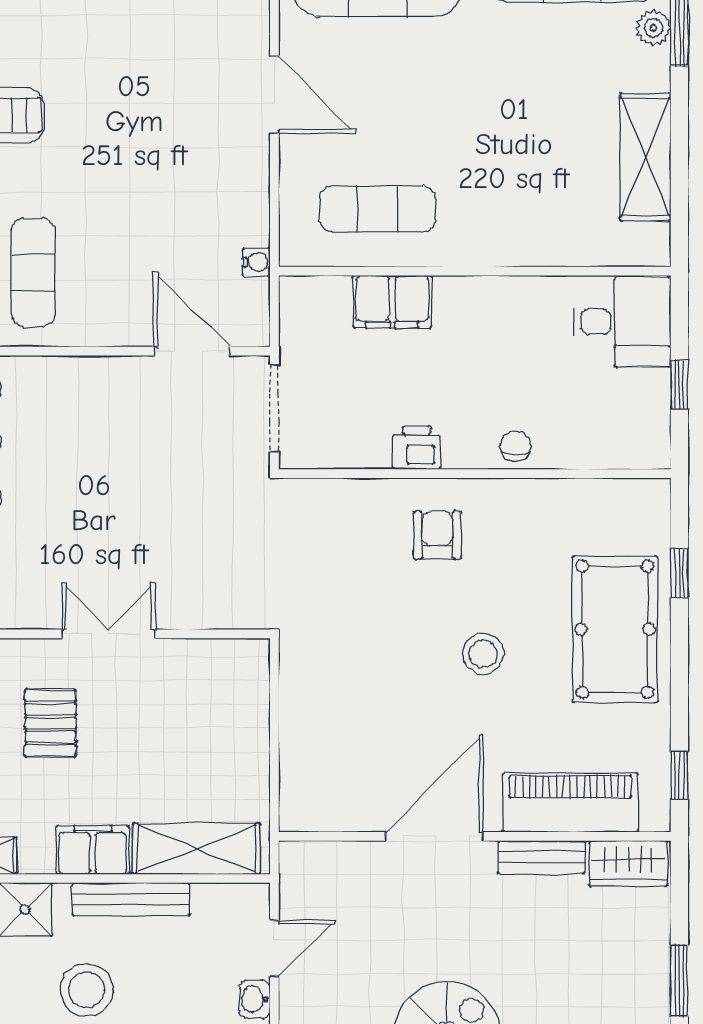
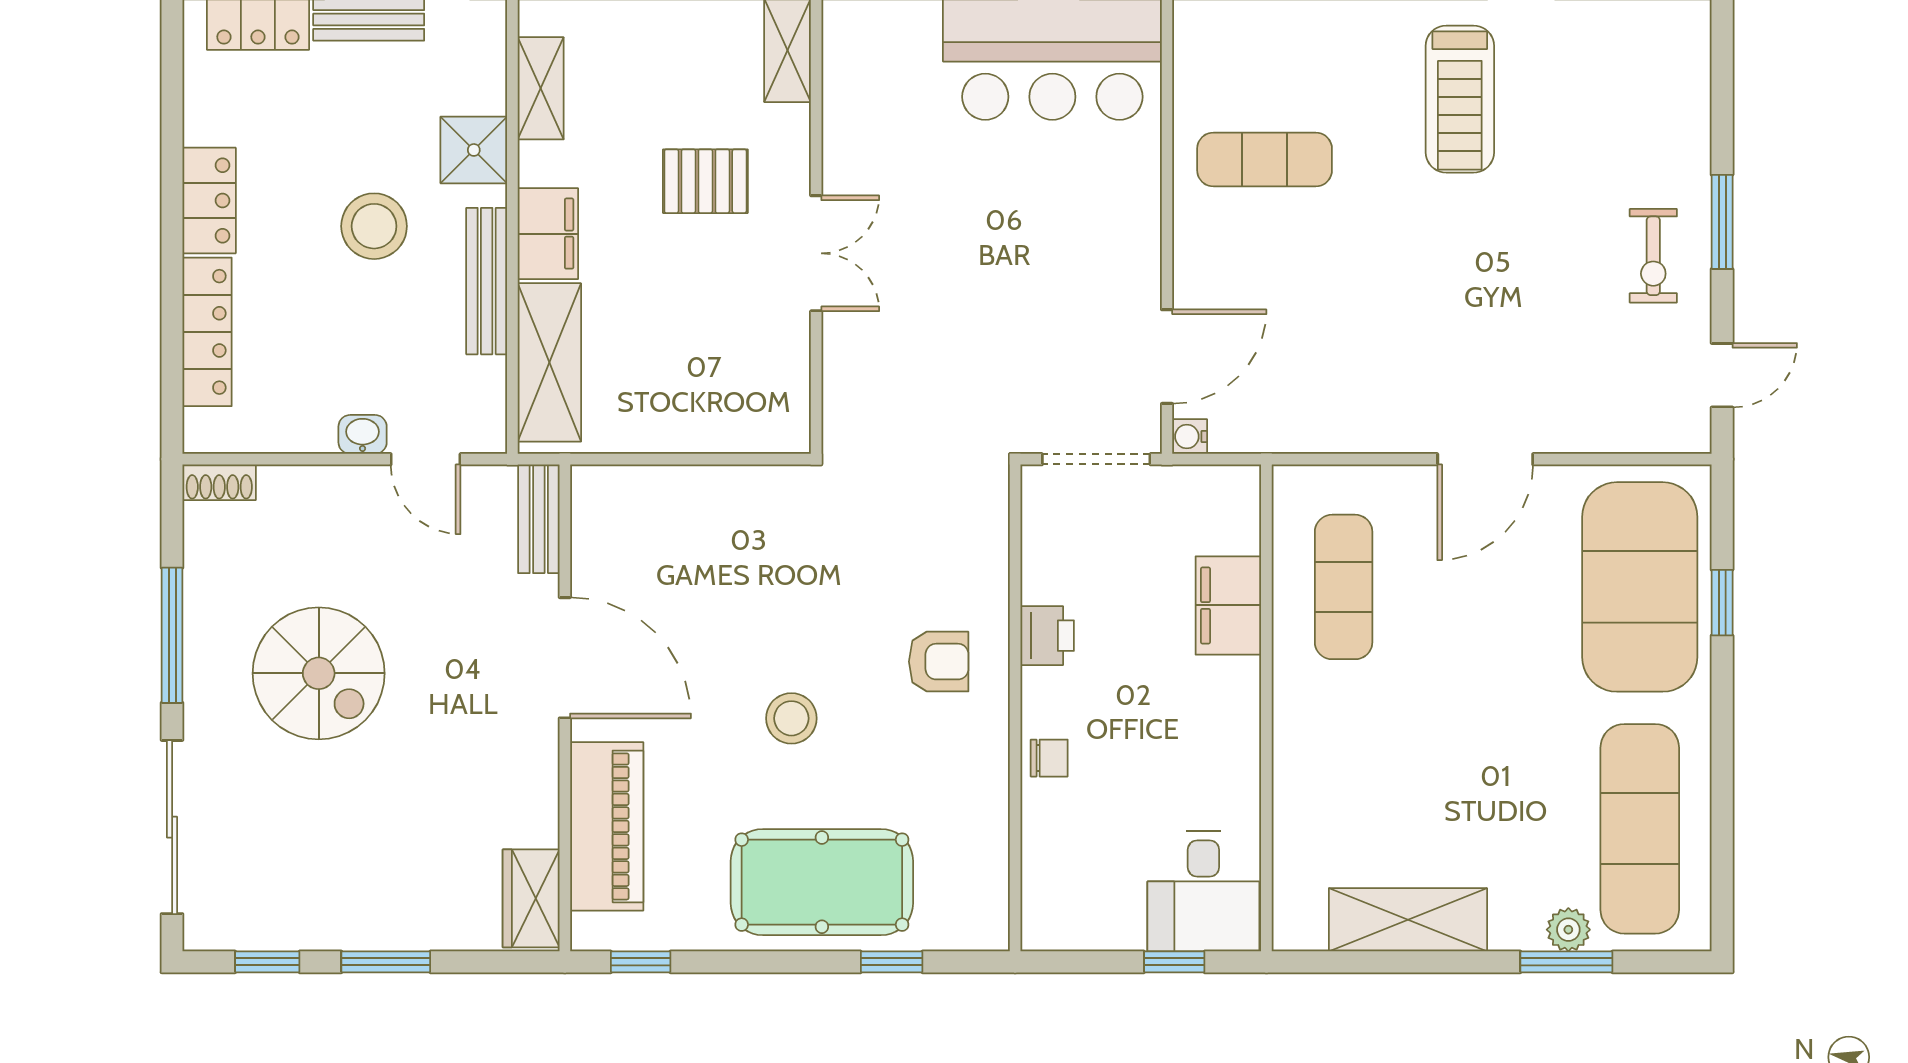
water cooler: (256, 262) -> (1190, 437), moved, turned 90
window: (679, 384) -> (1174, 962), moved
bench: (542, 857) -> (539, 519), moved

